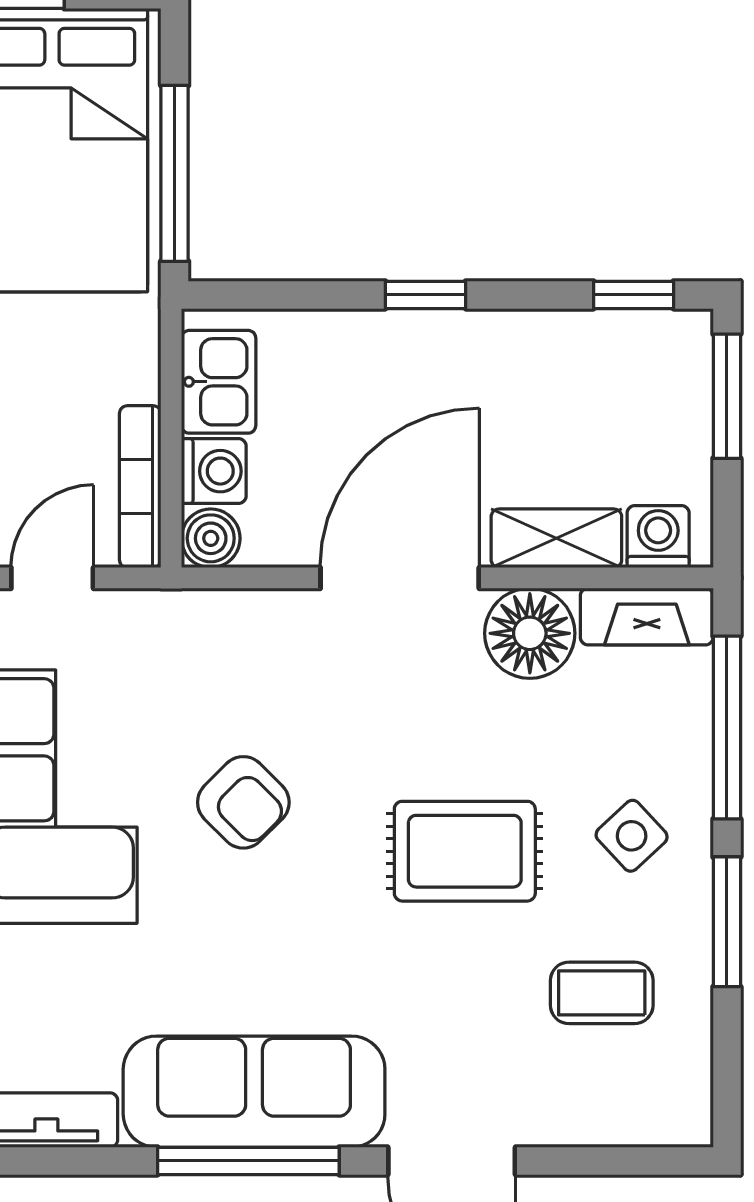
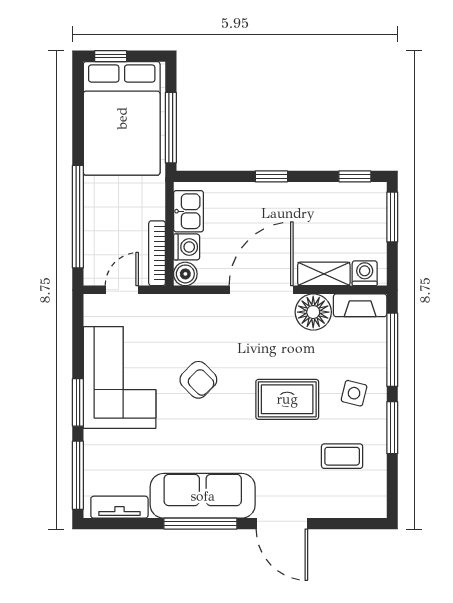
side table: (632, 836) -> (354, 393), turned -33

